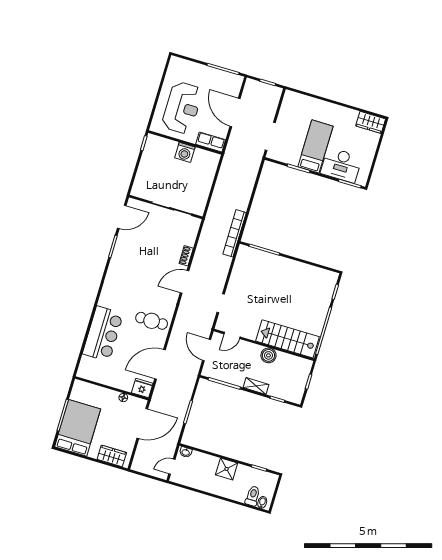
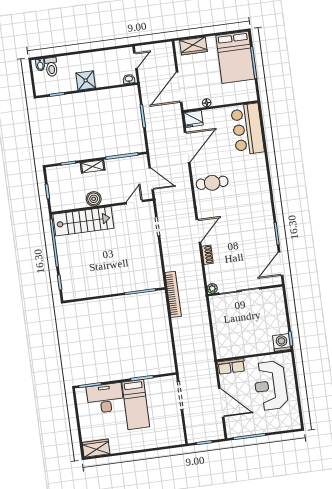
washing machine: (185, 152) -> (282, 343), moved
plant: (196, 222) -> (212, 288), added
bar counter: (103, 334) -> (247, 129), moved

